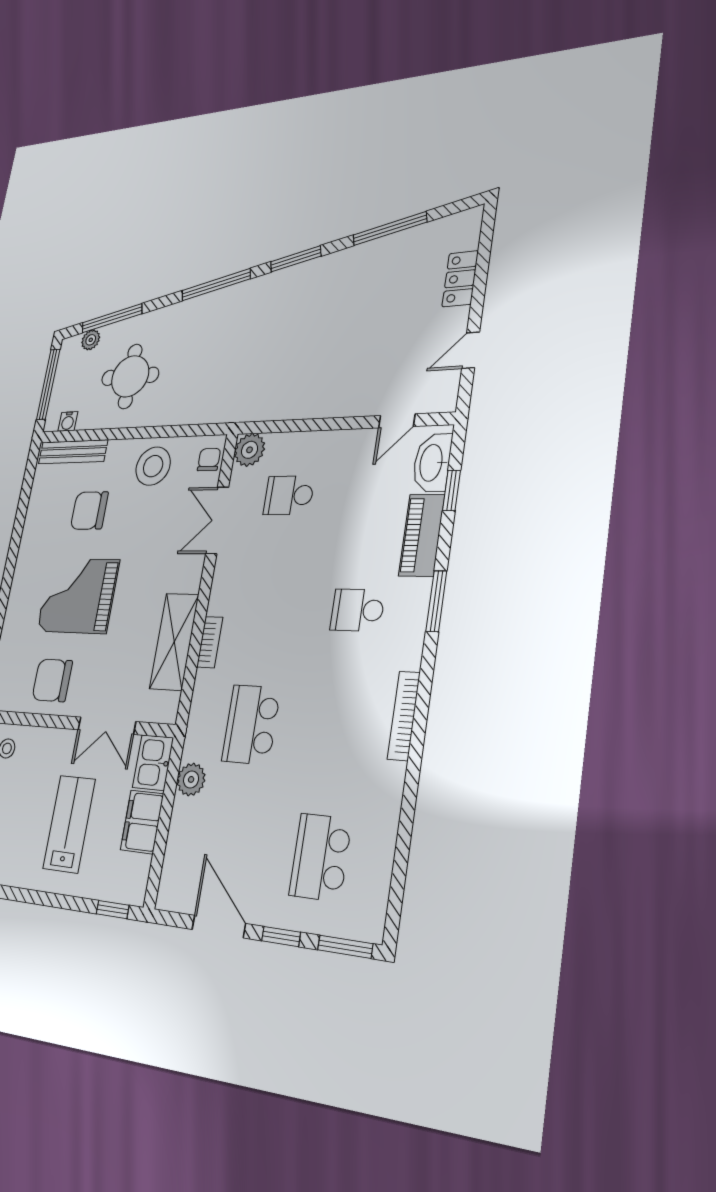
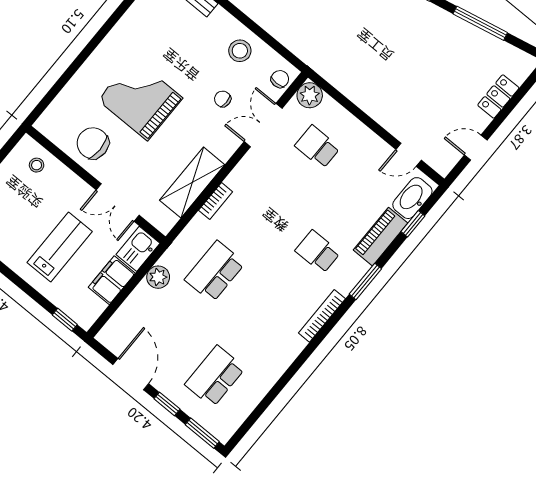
stool: (153, 466) -> (240, 51), width x0.73, depth x0.73
chair: (89, 511) -> (223, 99), moved, width x0.54, depth x0.54
bookcase: (404, 716) -> (322, 316), moved

